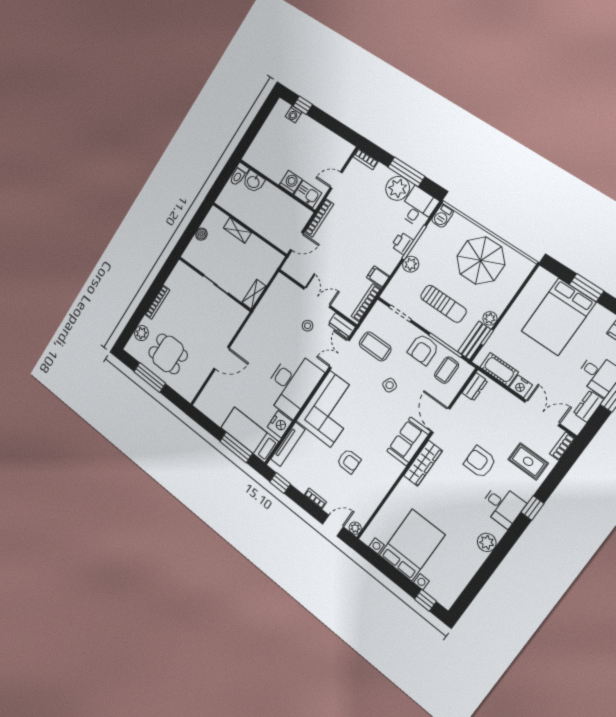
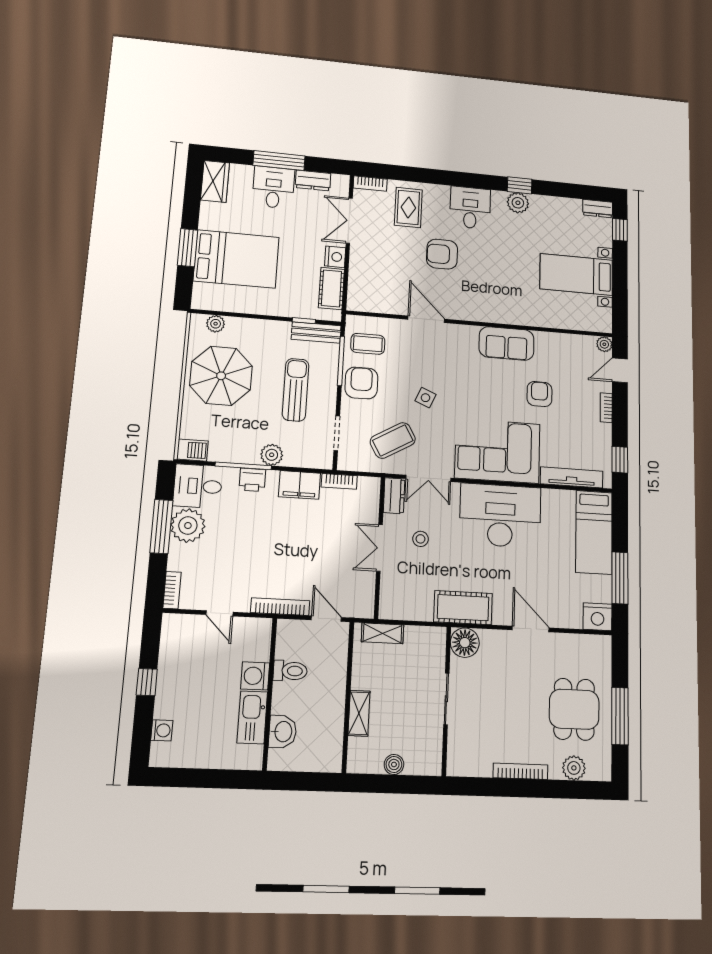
window: (303, 105) -> (147, 682), moved
toilet: (239, 174) -> (290, 671), moved
kitchen sink: (308, 194) -> (252, 717), moved, width x1.38
filing cabinet: (378, 277) -> (300, 485), width x2.00
shelving: (254, 294) -> (382, 633), moved
bookcase: (366, 303) -> (339, 481), width x0.64
floor lamp: (237, 314) -> (465, 643), added
plant: (490, 318) -> (216, 324), moved
cot: (256, 326) -> (463, 608), added
coffee table: (375, 346) -> (393, 440), turned 60
armchair: (423, 349) -> (361, 383), turned -90
dresser: (475, 387) -> (598, 209), moved, turned 180
door: (441, 420) -> (426, 319), swing flipped
nightstand: (280, 424) -> (598, 617), moved, turned 180
sofa: (409, 441) -> (507, 343), moved
window: (236, 447) -> (620, 578), moved
armchair: (480, 462) -> (442, 254), turned 90
wardrobe: (423, 463) -> (485, 312), removed
window: (532, 508) -> (520, 185), moved
door: (333, 526) -> (620, 370), hinge flipped
bed with nightstands: (412, 545) -> (576, 274), width x0.73

